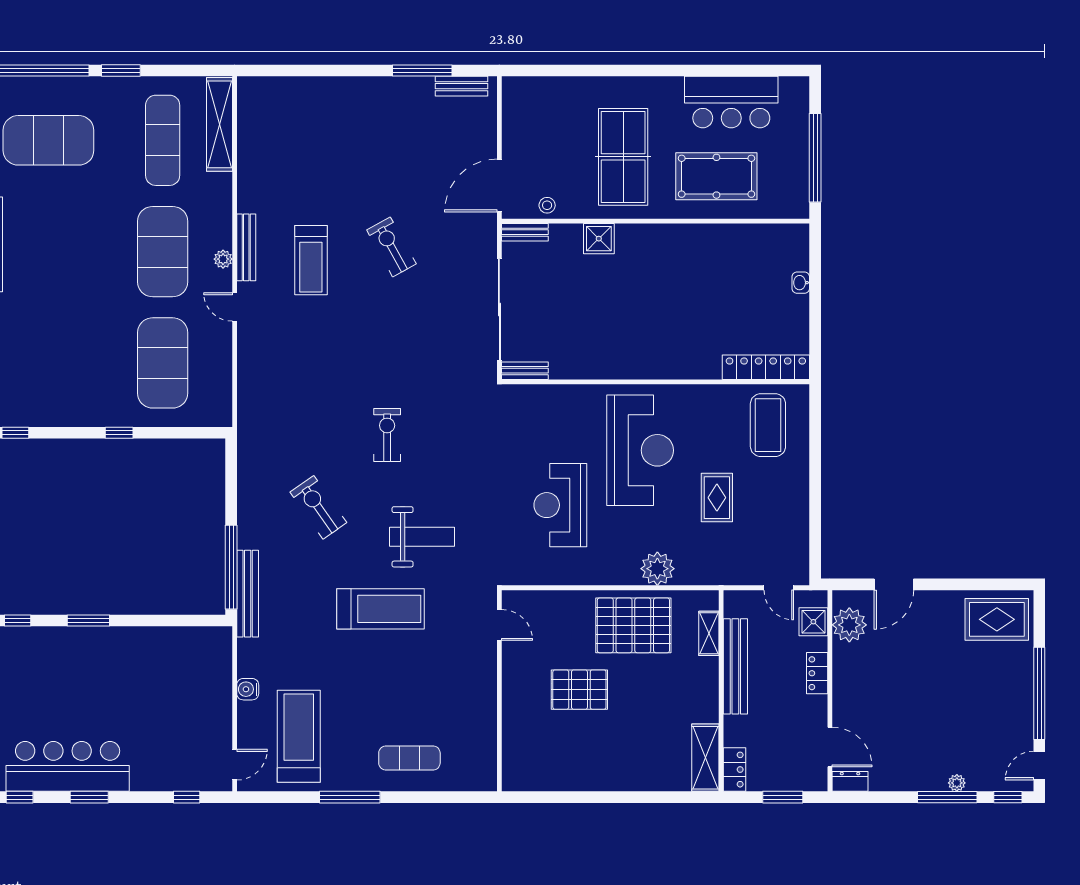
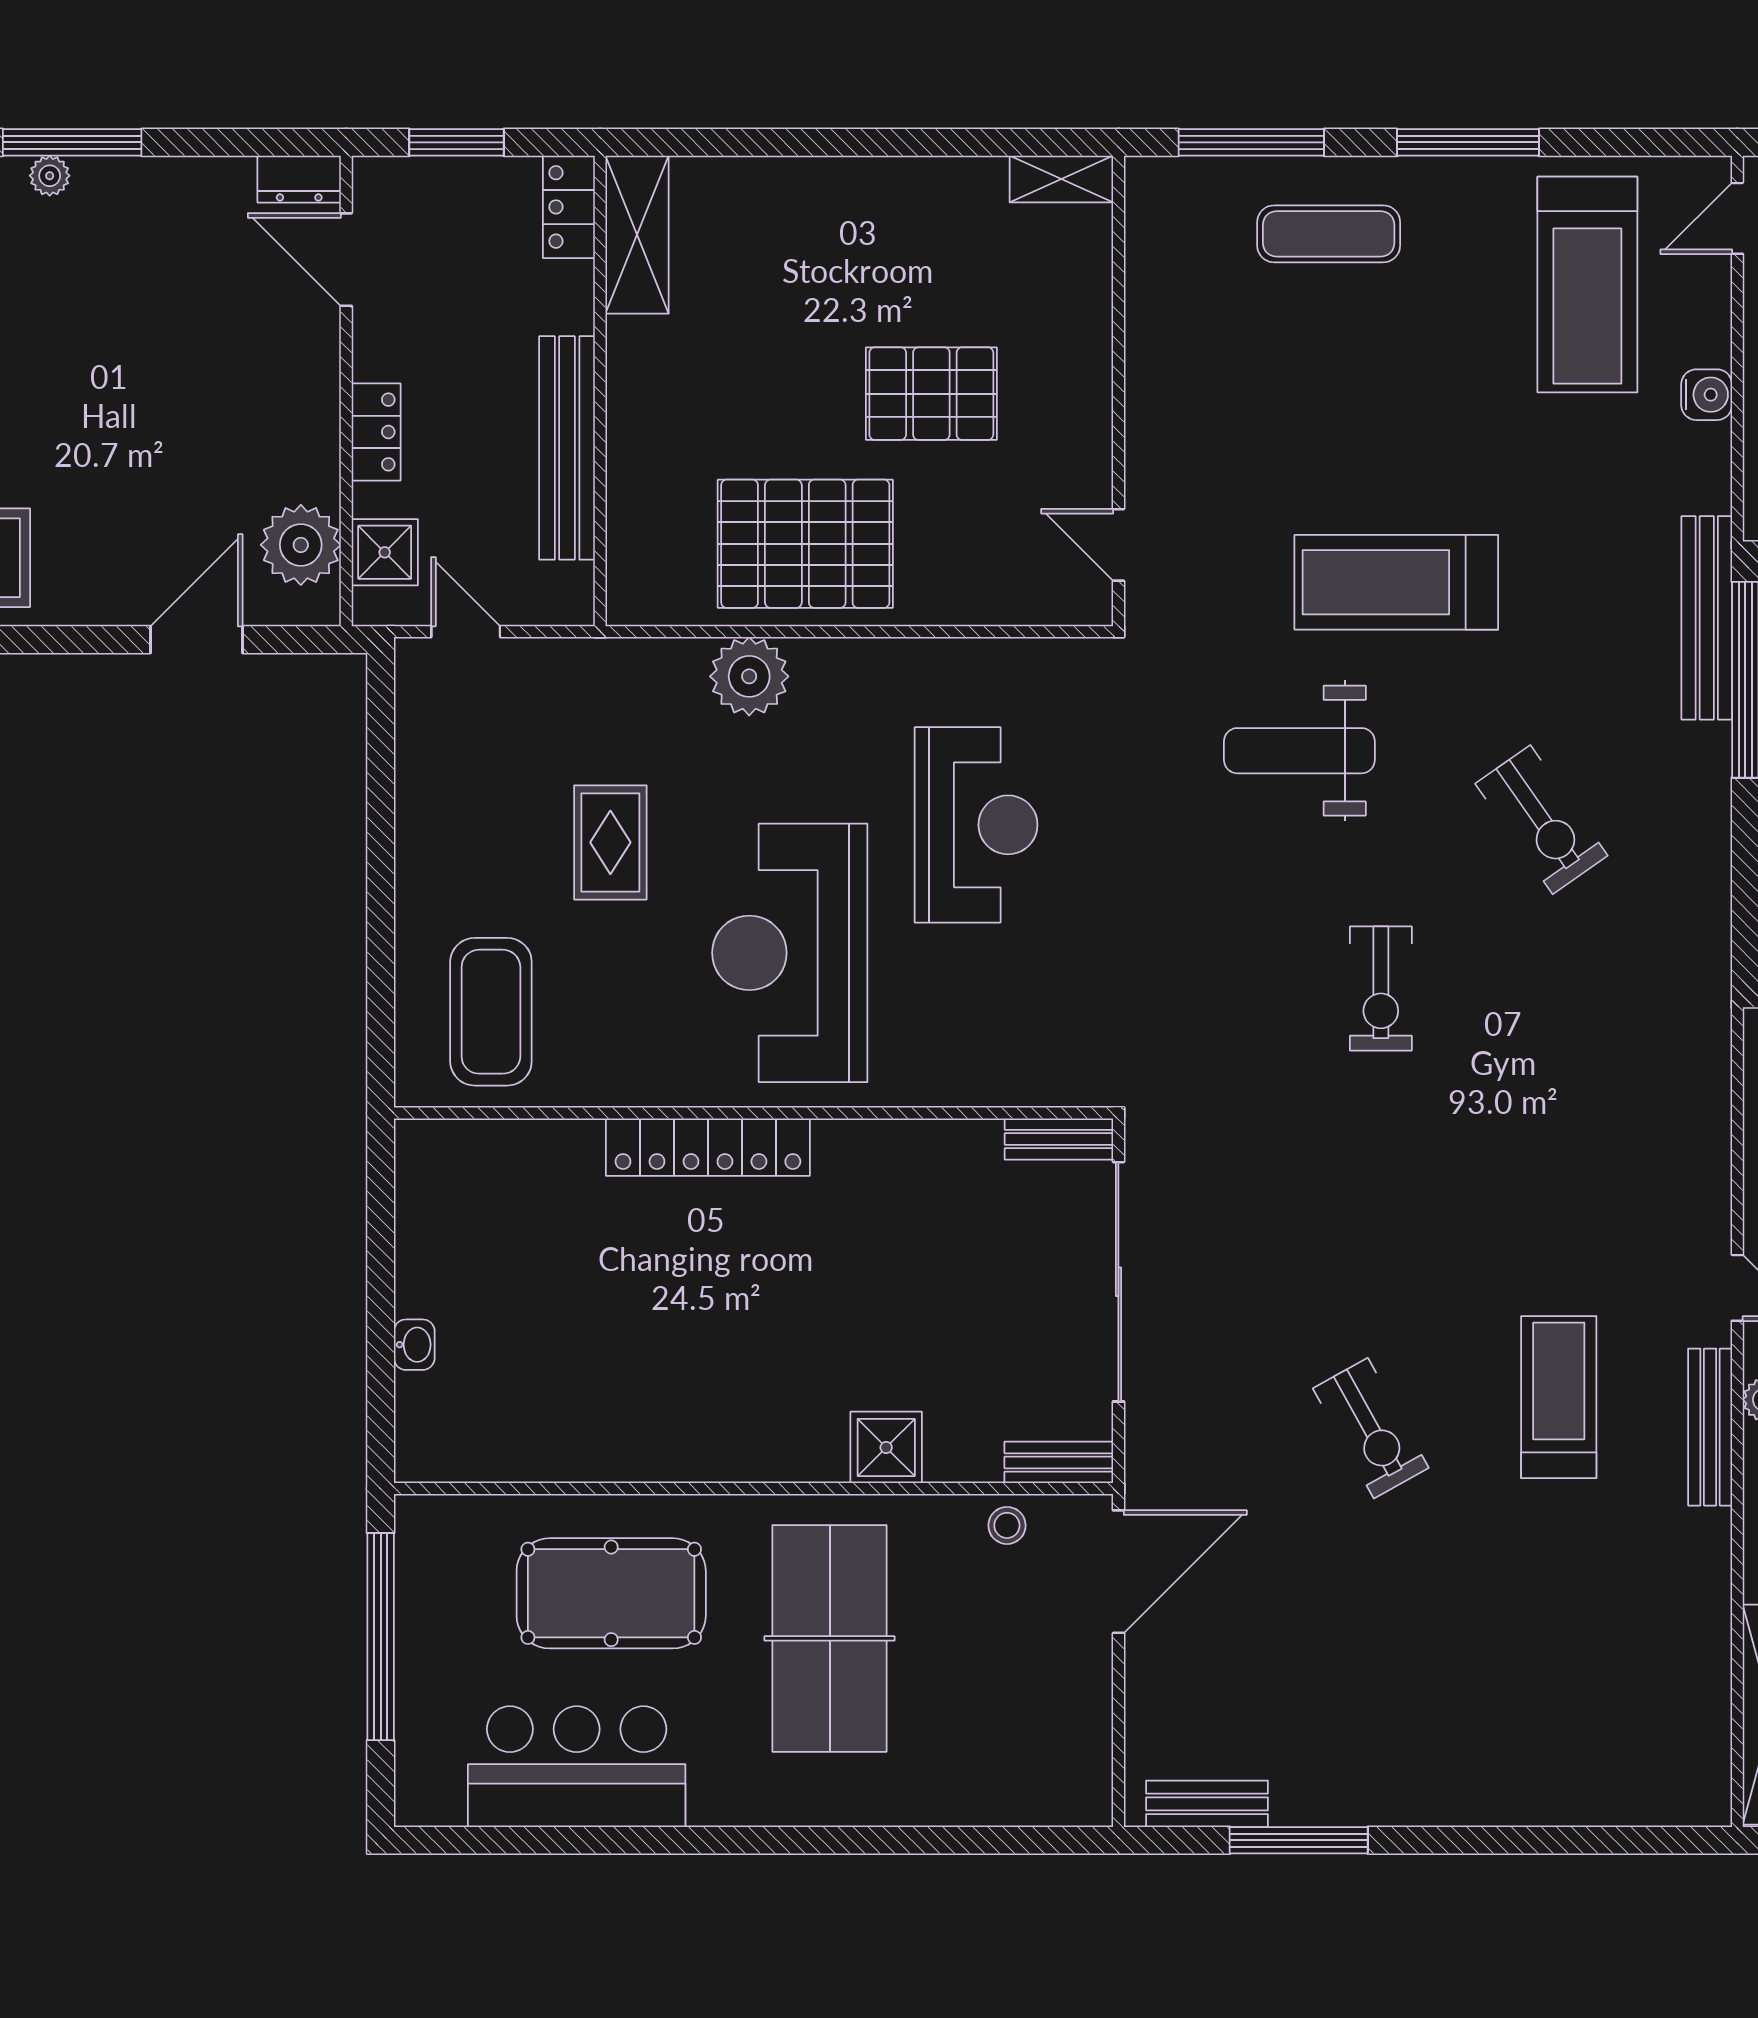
locker: (766, 367) -> (708, 1147), moved
shelving: (709, 633) -> (1061, 179), moved, turned 90
window: (443, 797) -> (1251, 142), added

